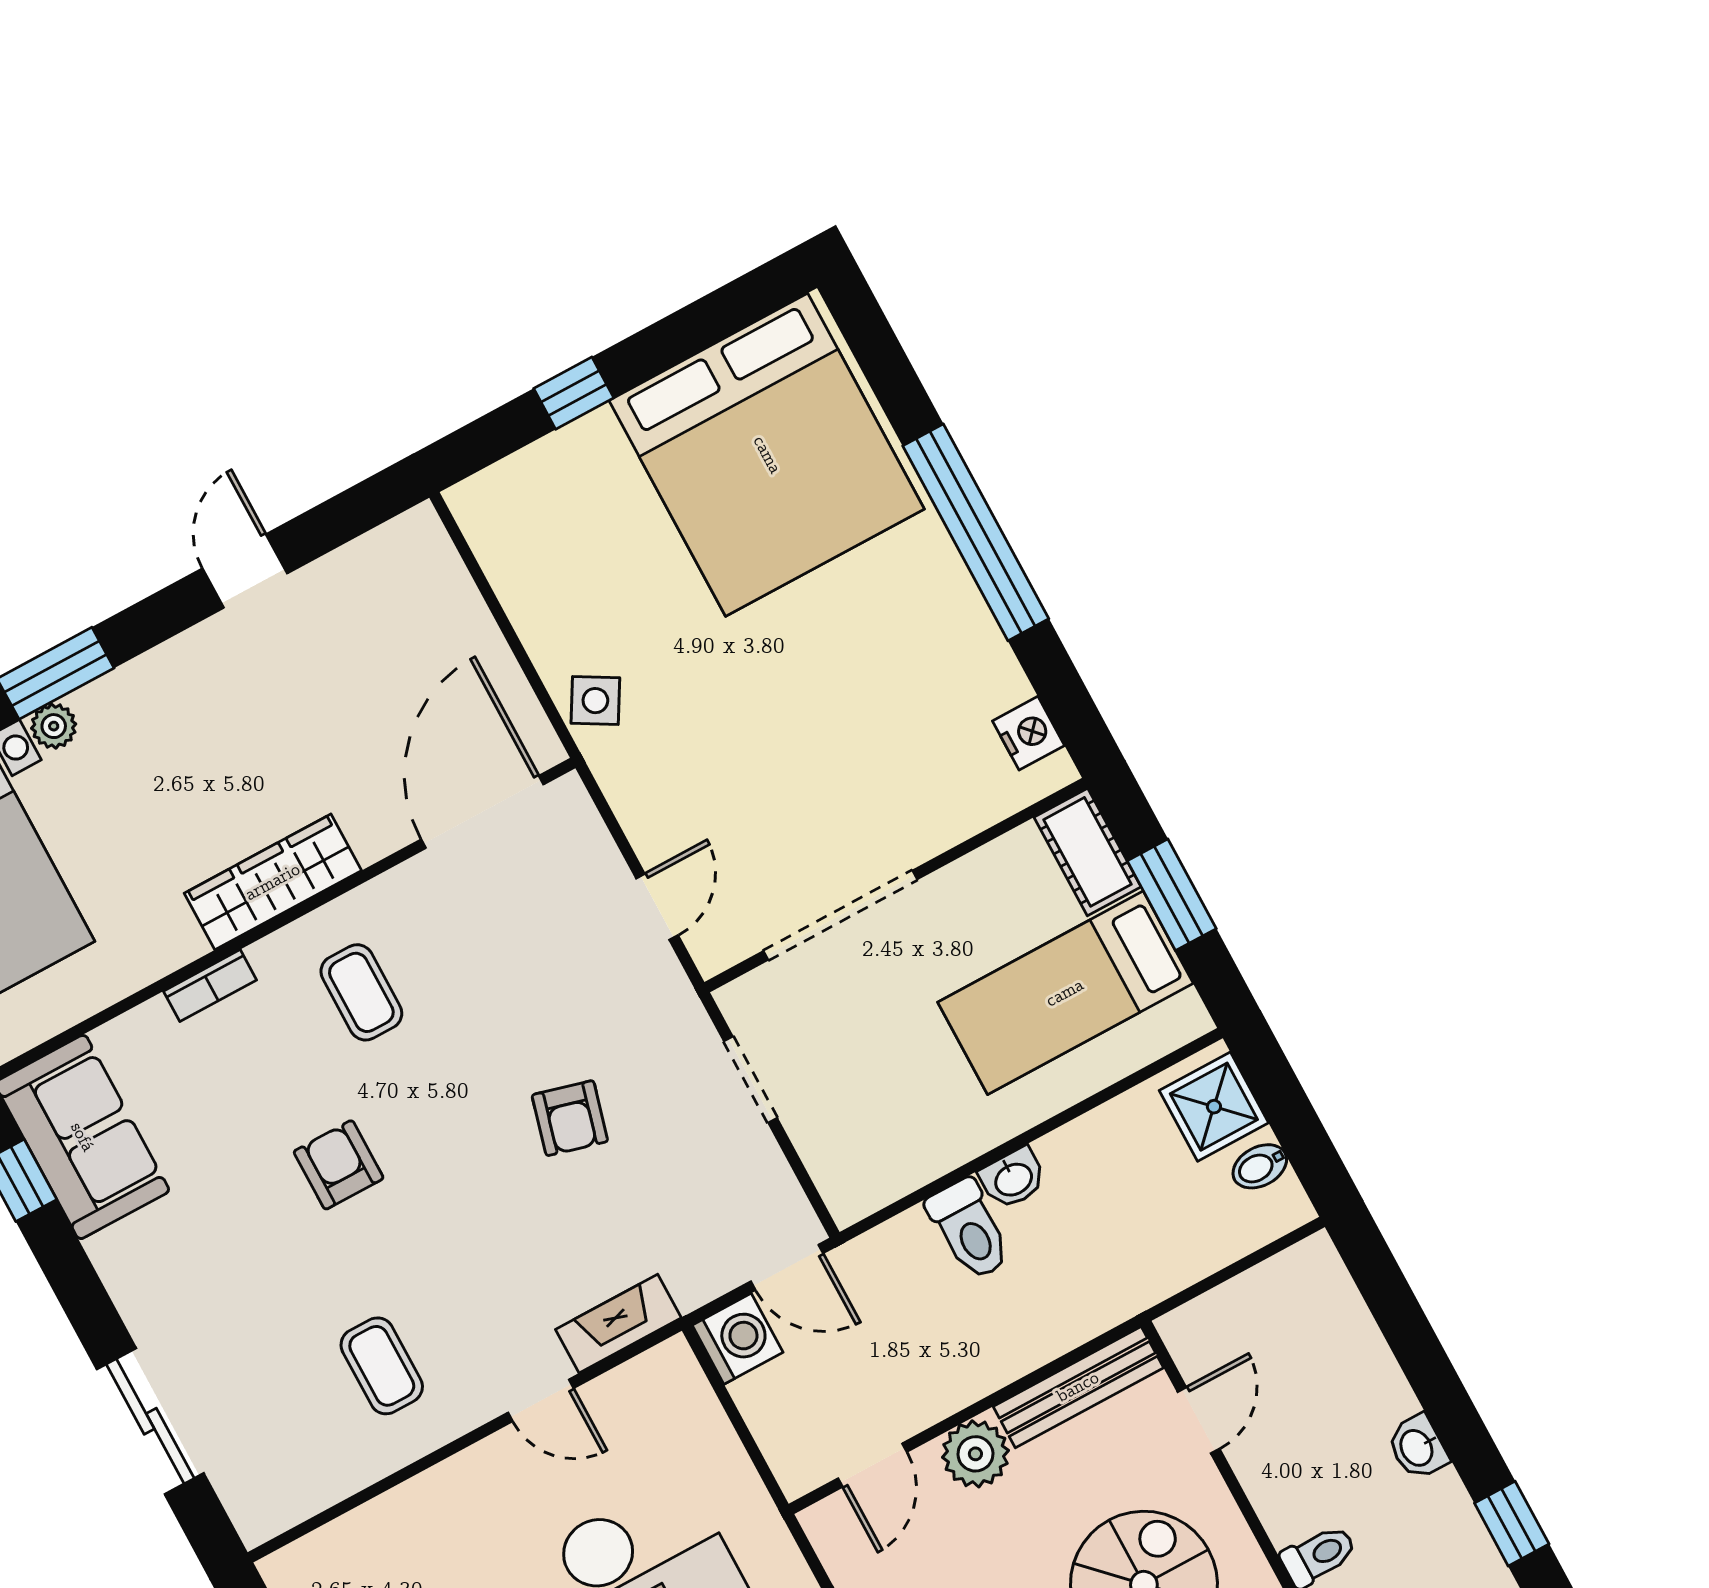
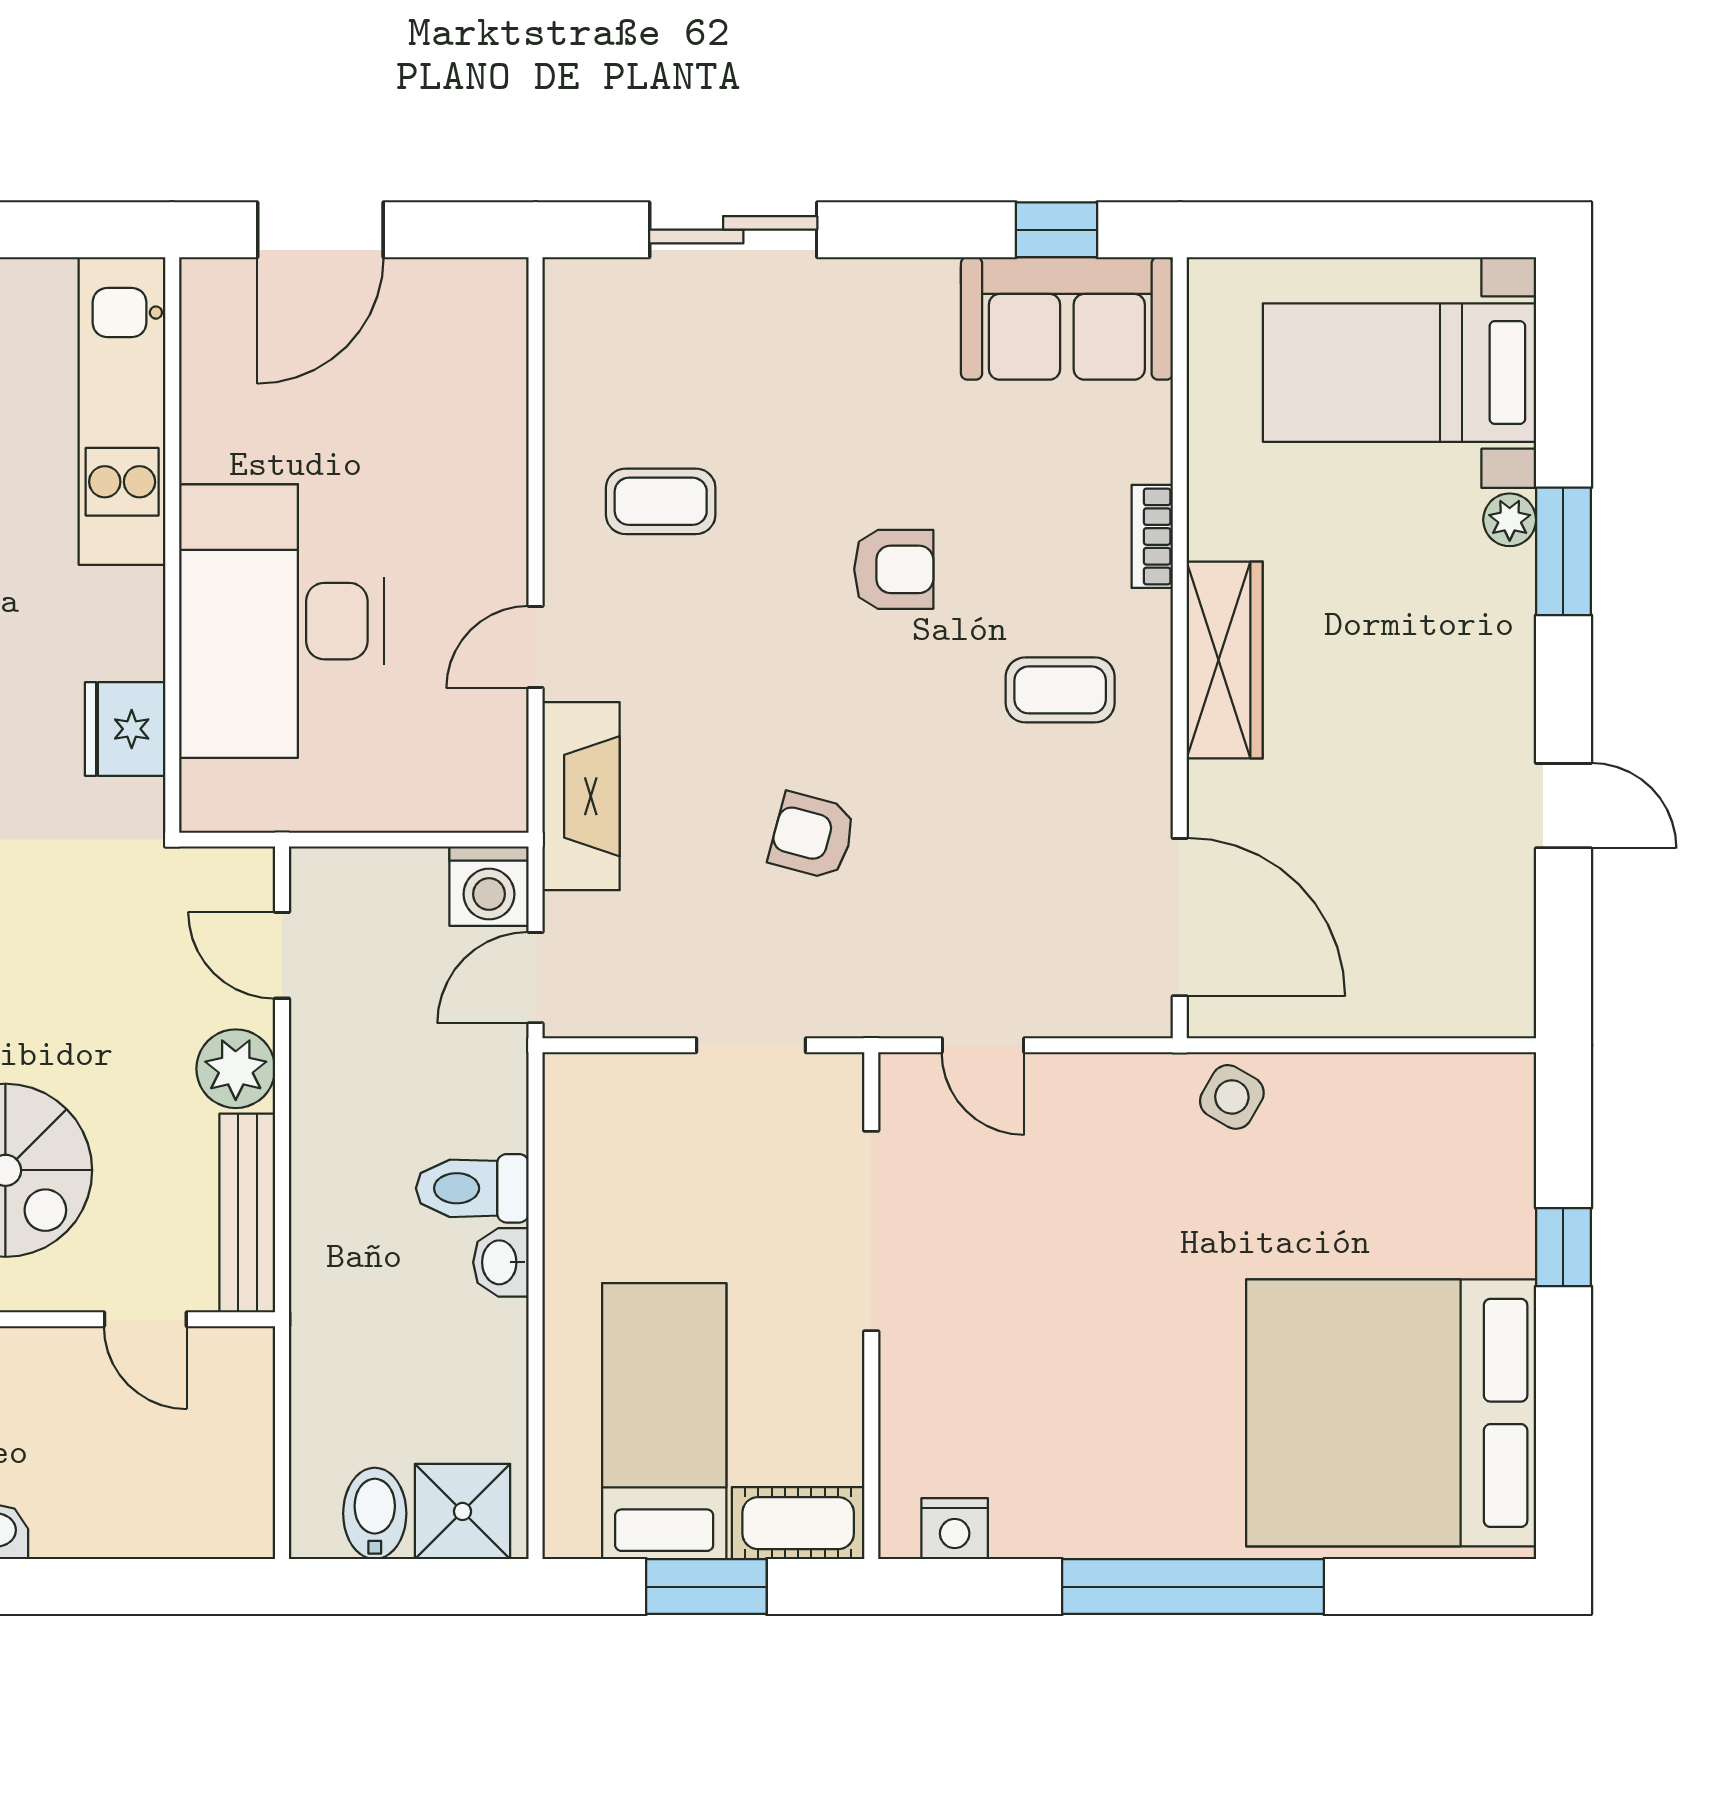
bidet: (1260, 1166) -> (375, 1513), width x1.38, depth x1.36
fireplace: (618, 1324) -> (581, 796), width x1.37, depth x1.32

